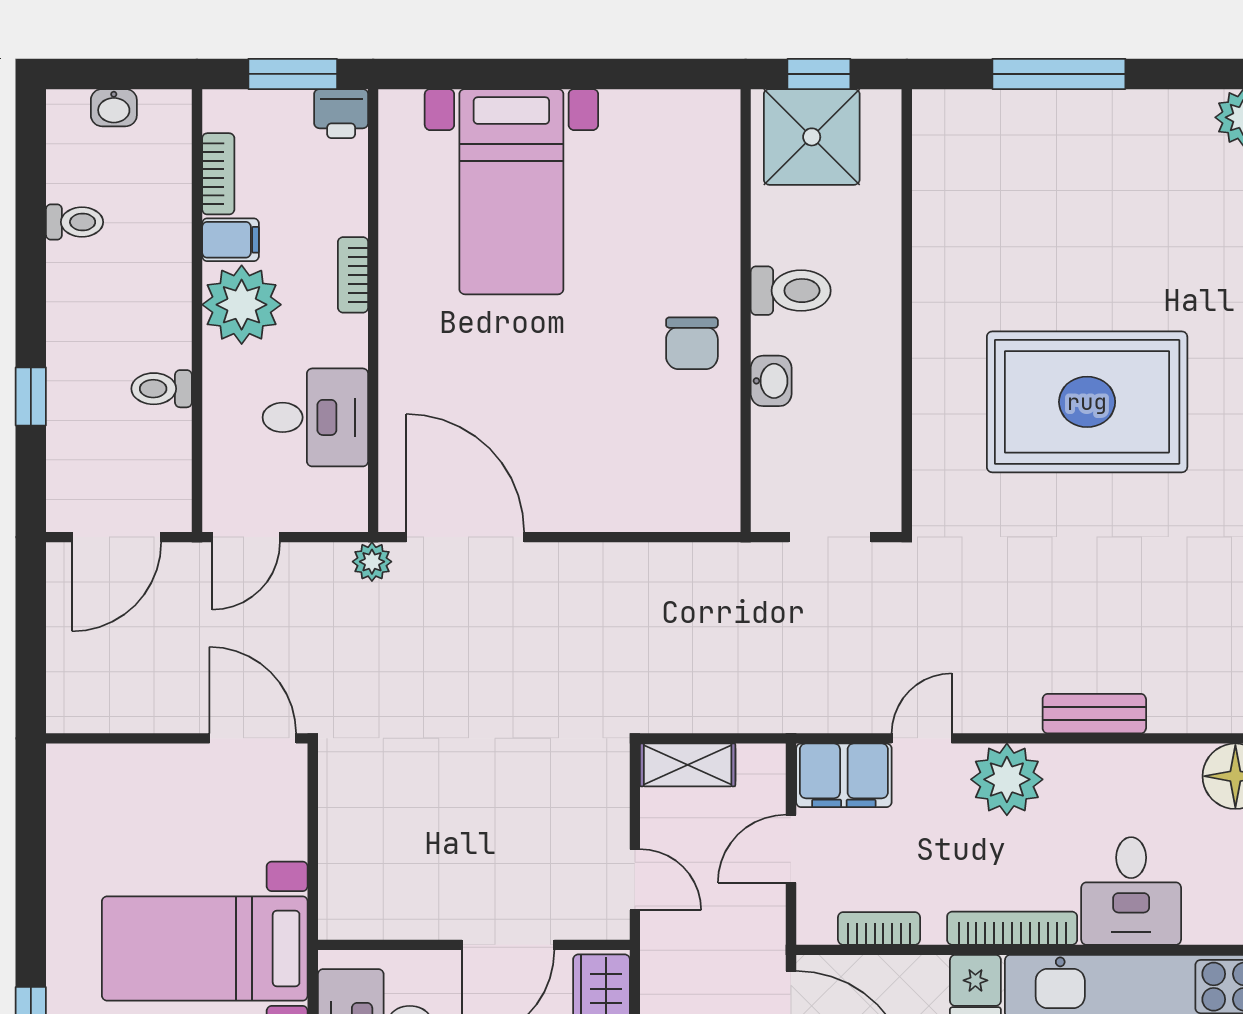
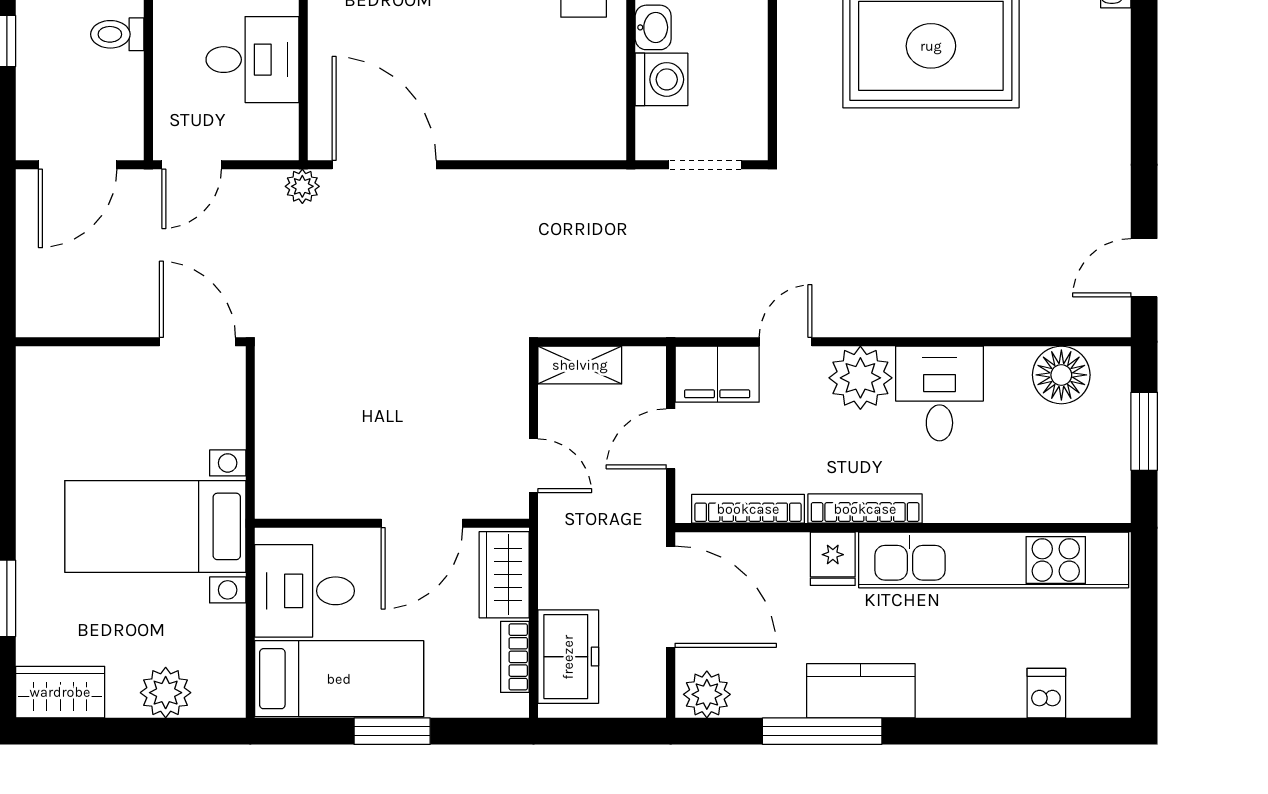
washing machine: (781, 440) -> (661, 79), added
bench: (1094, 714) -> (937, 320), removed
desk: (1131, 891) -> (939, 394), moved, turned 180
bookcase: (879, 928) -> (748, 509), width x1.56

